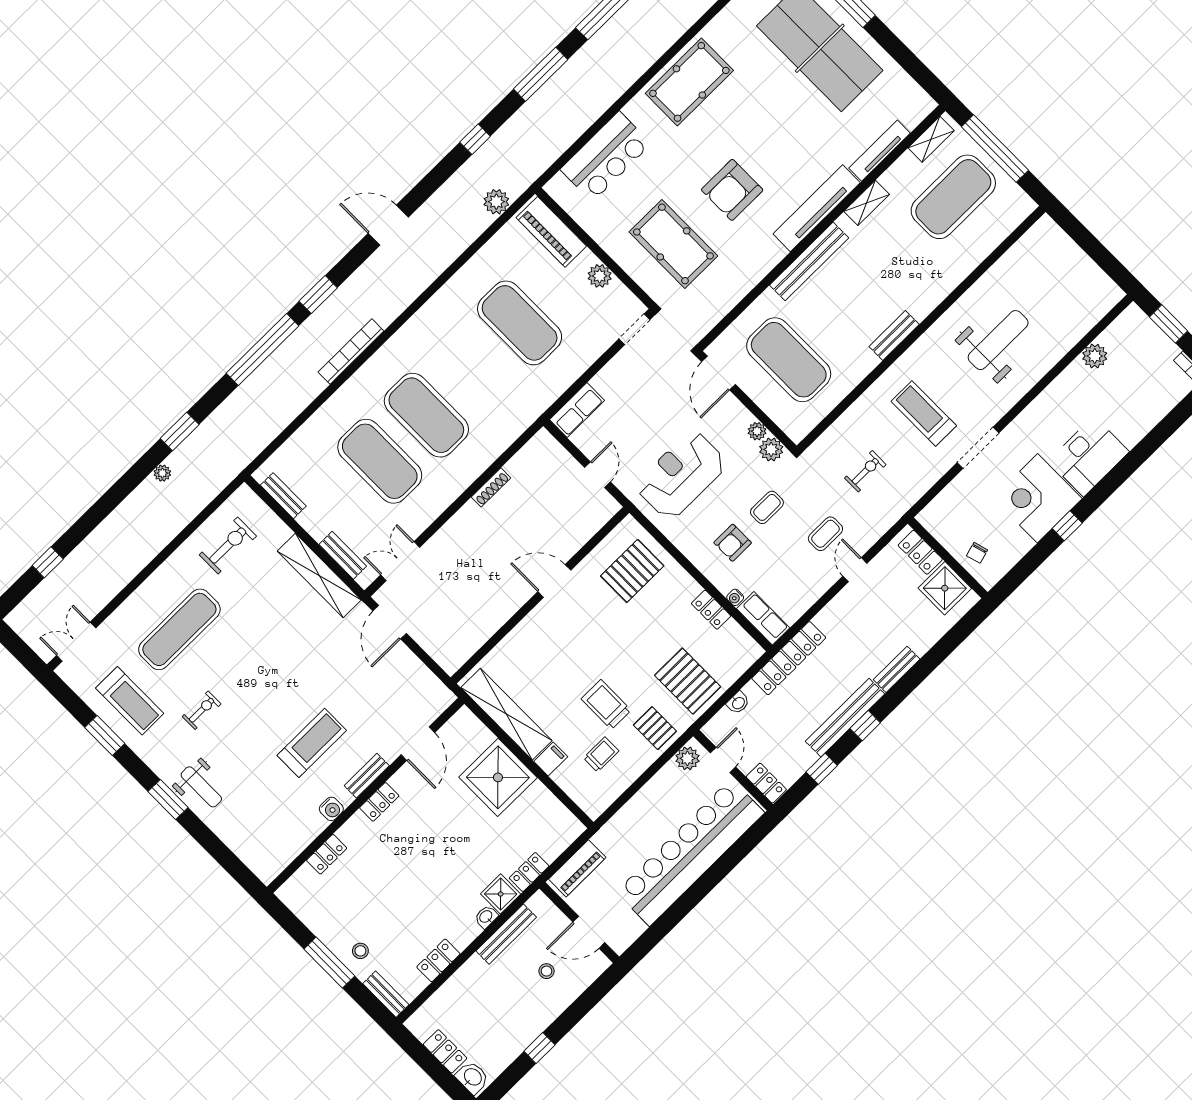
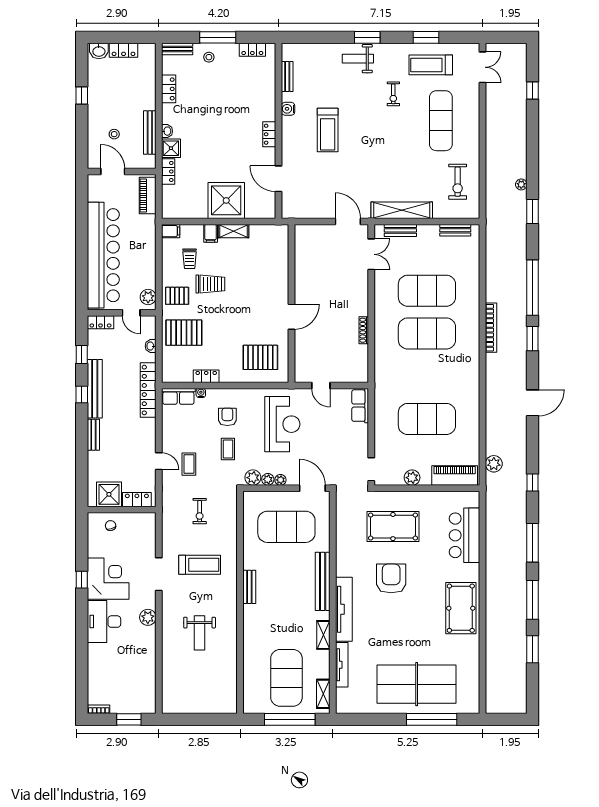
weight bench: (998, 340) -> (200, 633), width x0.73, depth x0.75
plant: (1095, 356) -> (148, 617), moved
plant: (744, 417) -> (280, 480), added
pallet: (632, 571) -> (260, 357), turned 90
shelving: (506, 714) -> (234, 231), width x0.45, depth x0.75
bench: (367, 776) -> (287, 77), moved
filing cabinet: (591, 805) -> (171, 231), added
locker: (327, 854) -> (252, 50), moved, turned -90
door: (589, 932) -> (113, 172), hinge flipped

